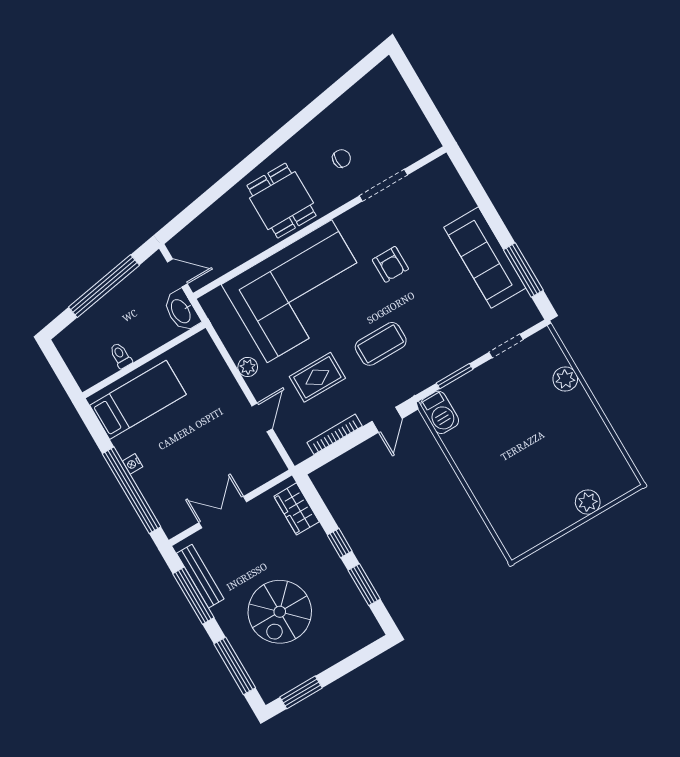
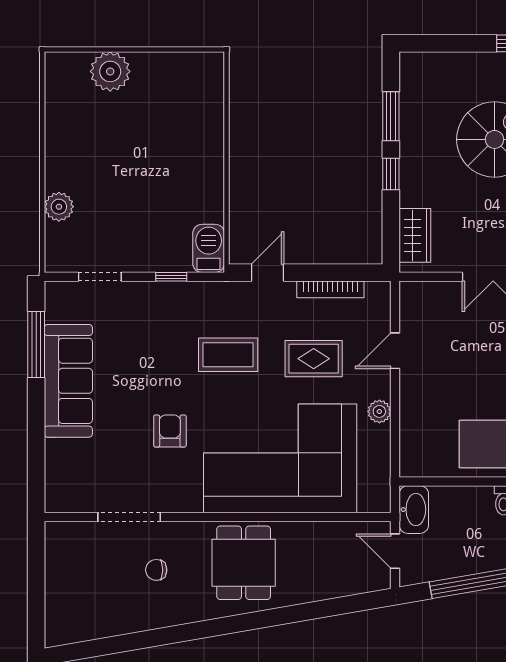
window: (455, 376) -> (171, 277), width x0.67
plant: (588, 502) -> (110, 71), width x1.36, depth x1.36

